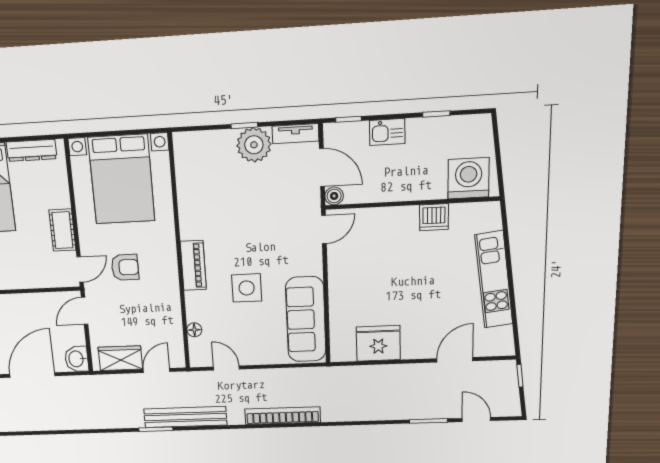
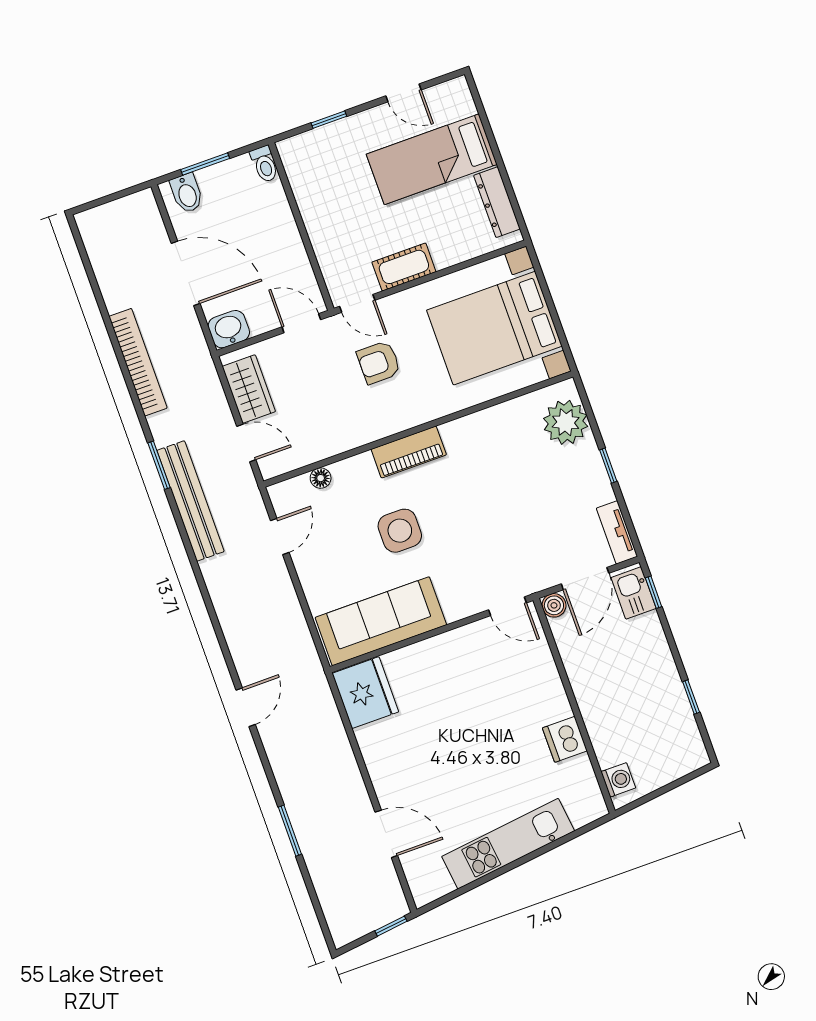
kitchen sink: (387, 132) -> (634, 593), moved
plant: (254, 145) -> (566, 422), moved
washing machine: (469, 178) -> (618, 780), width x0.53, depth x0.53
armchair: (125, 267) -> (379, 362), turned 90
fridge: (378, 343) -> (365, 693), moved
bookcase: (283, 416) -> (138, 362), moved
door: (476, 420) -> (246, 707), moved

